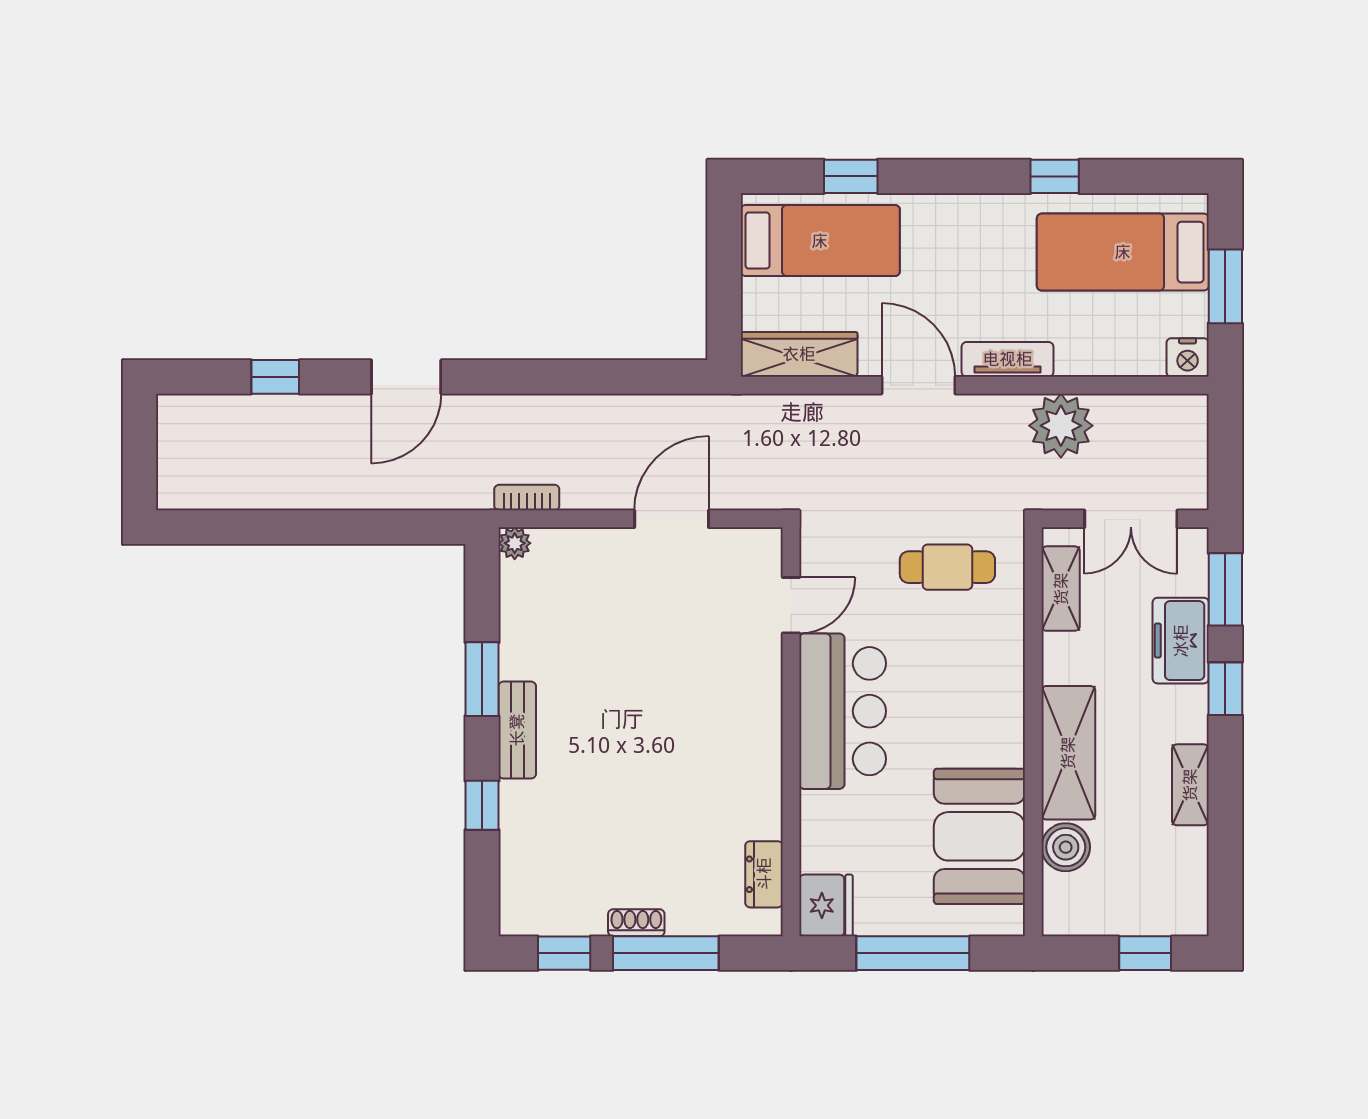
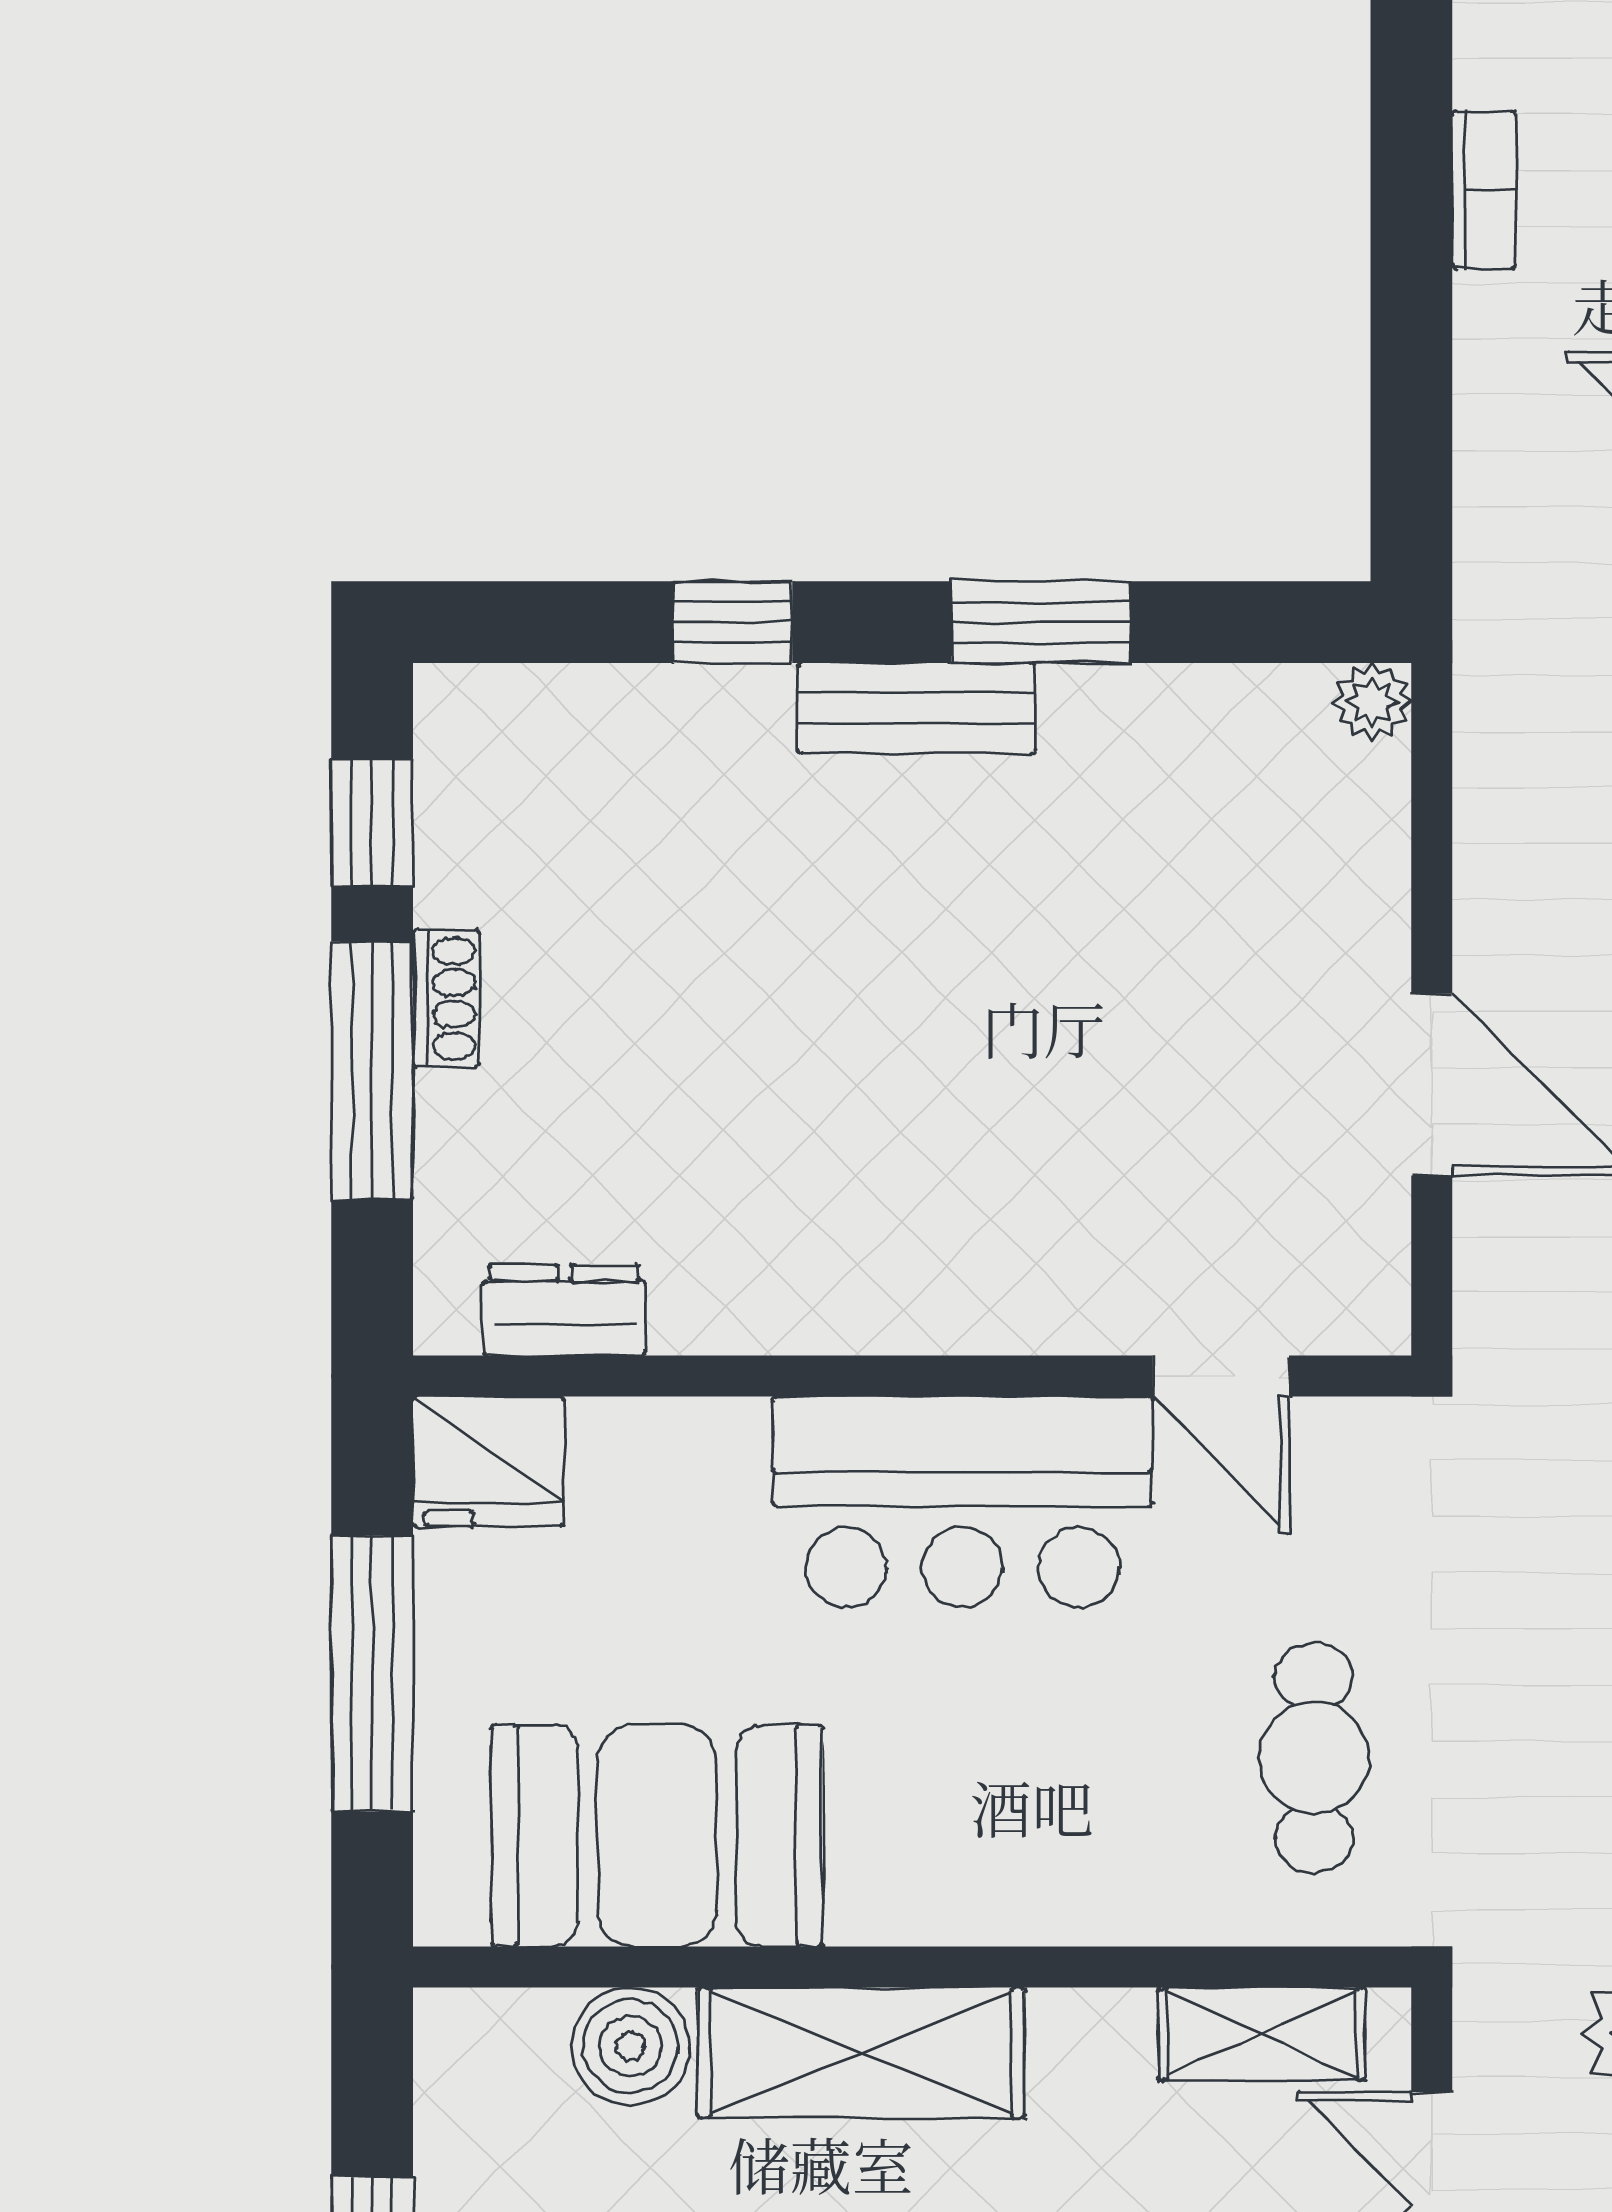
bookcase: (527, 498) -> (1484, 190), moved

